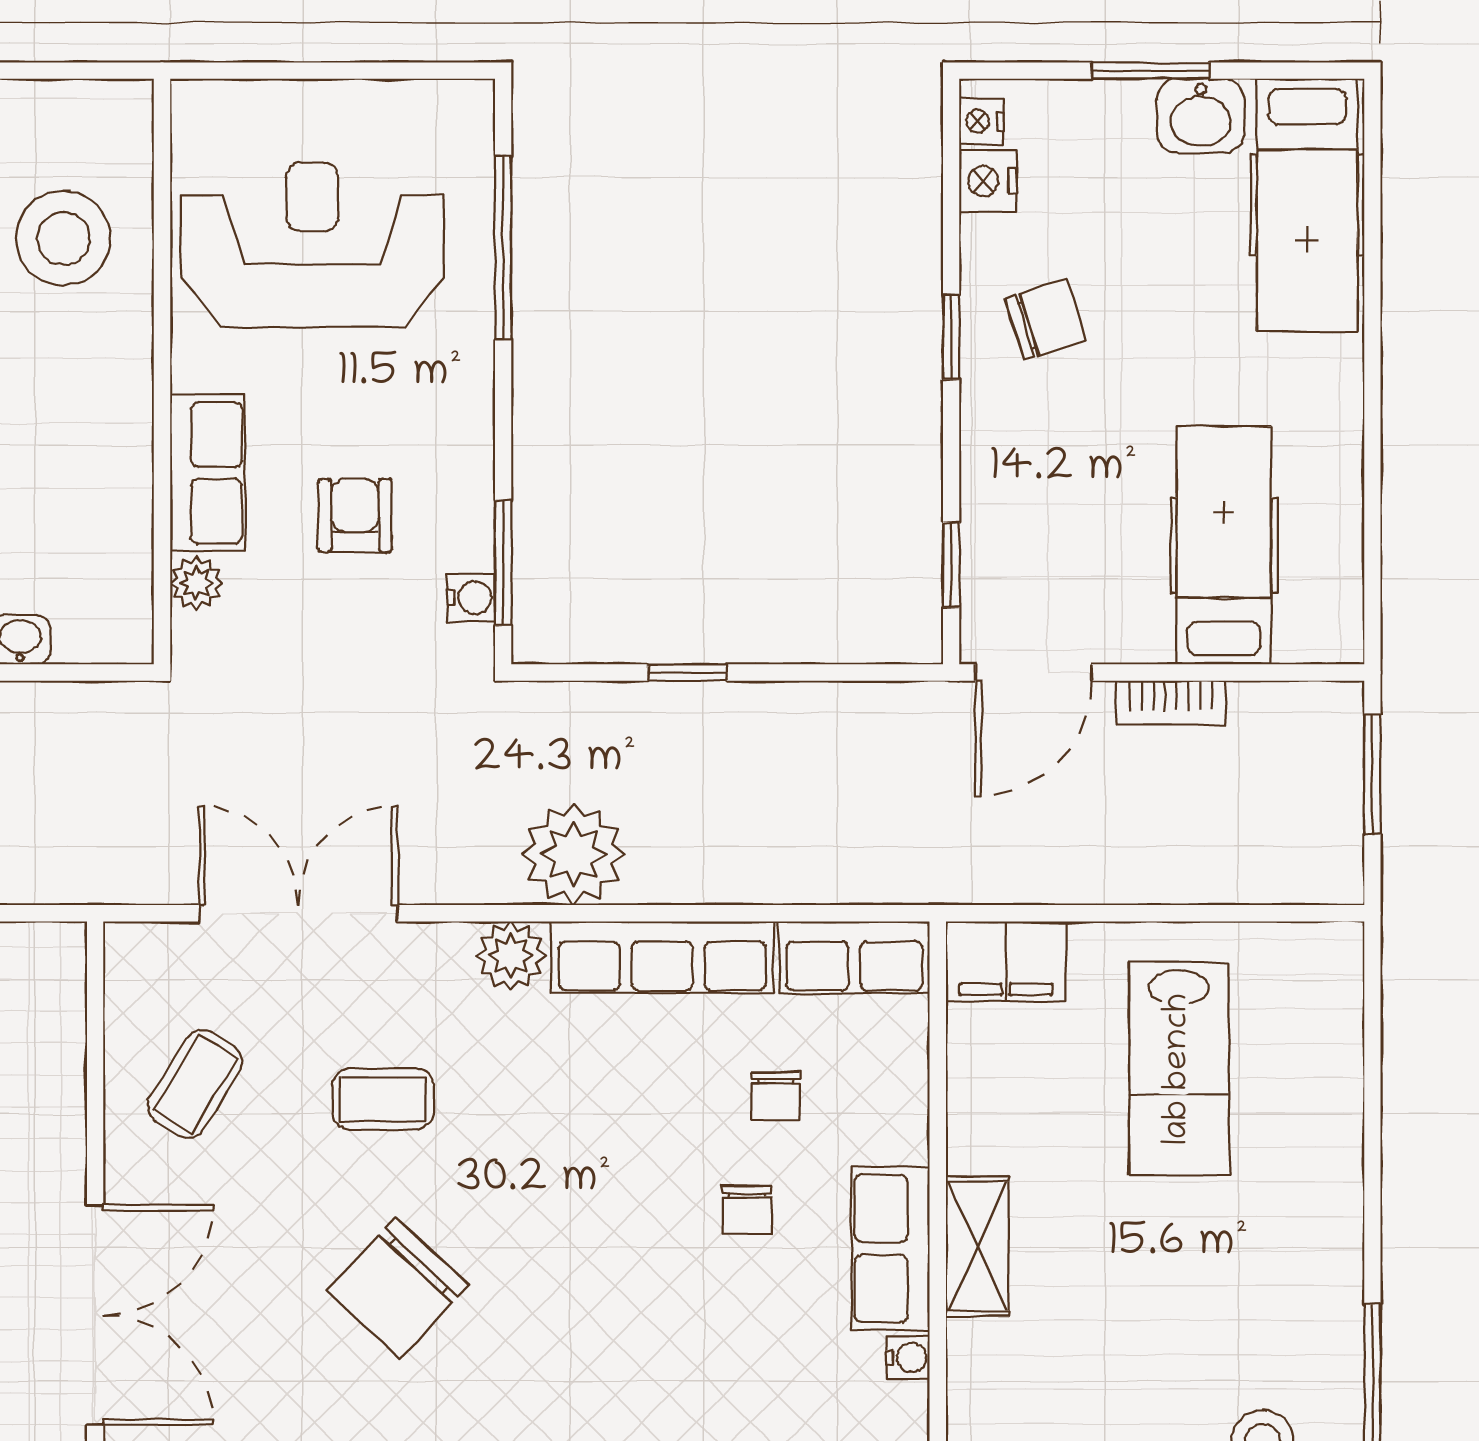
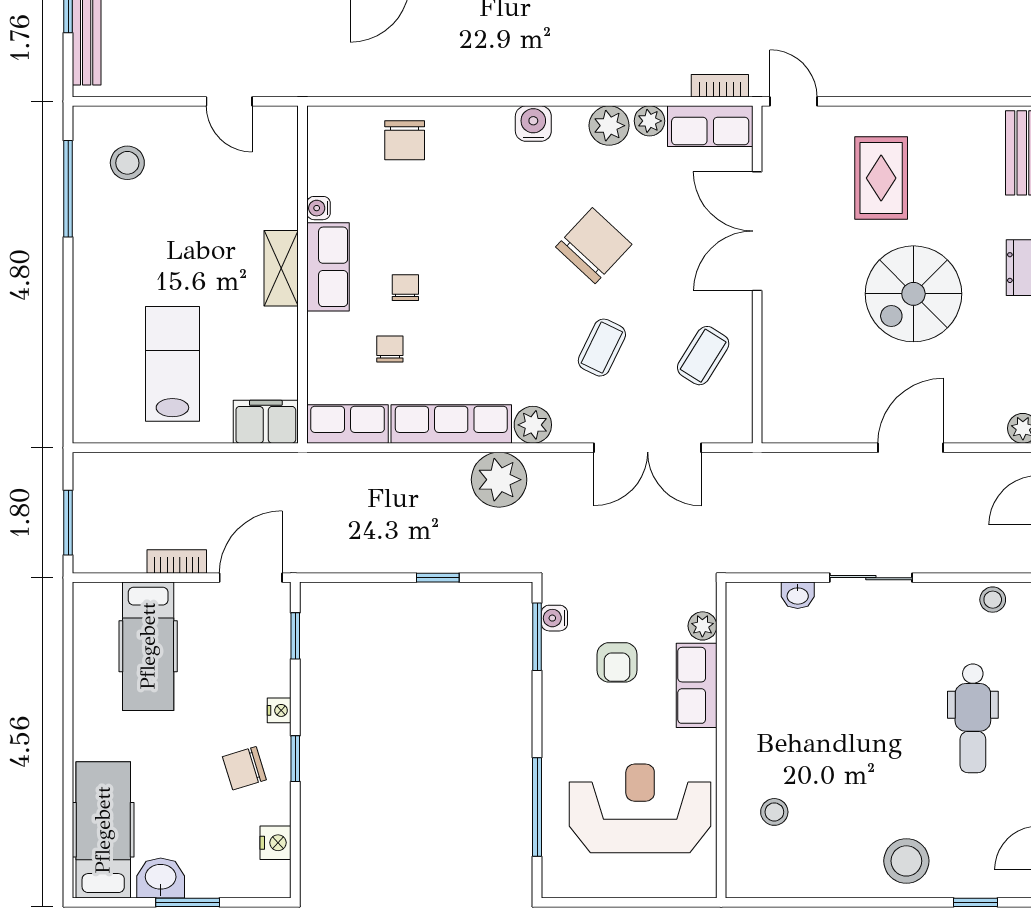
nightstand: (981, 121) -> (279, 710), moved
stool: (63, 238) -> (774, 812), width x0.53, depth x0.53
reception desk: (312, 245) -> (640, 808), turned 180
coffee table: (383, 1099) -> (602, 348), turned -64

